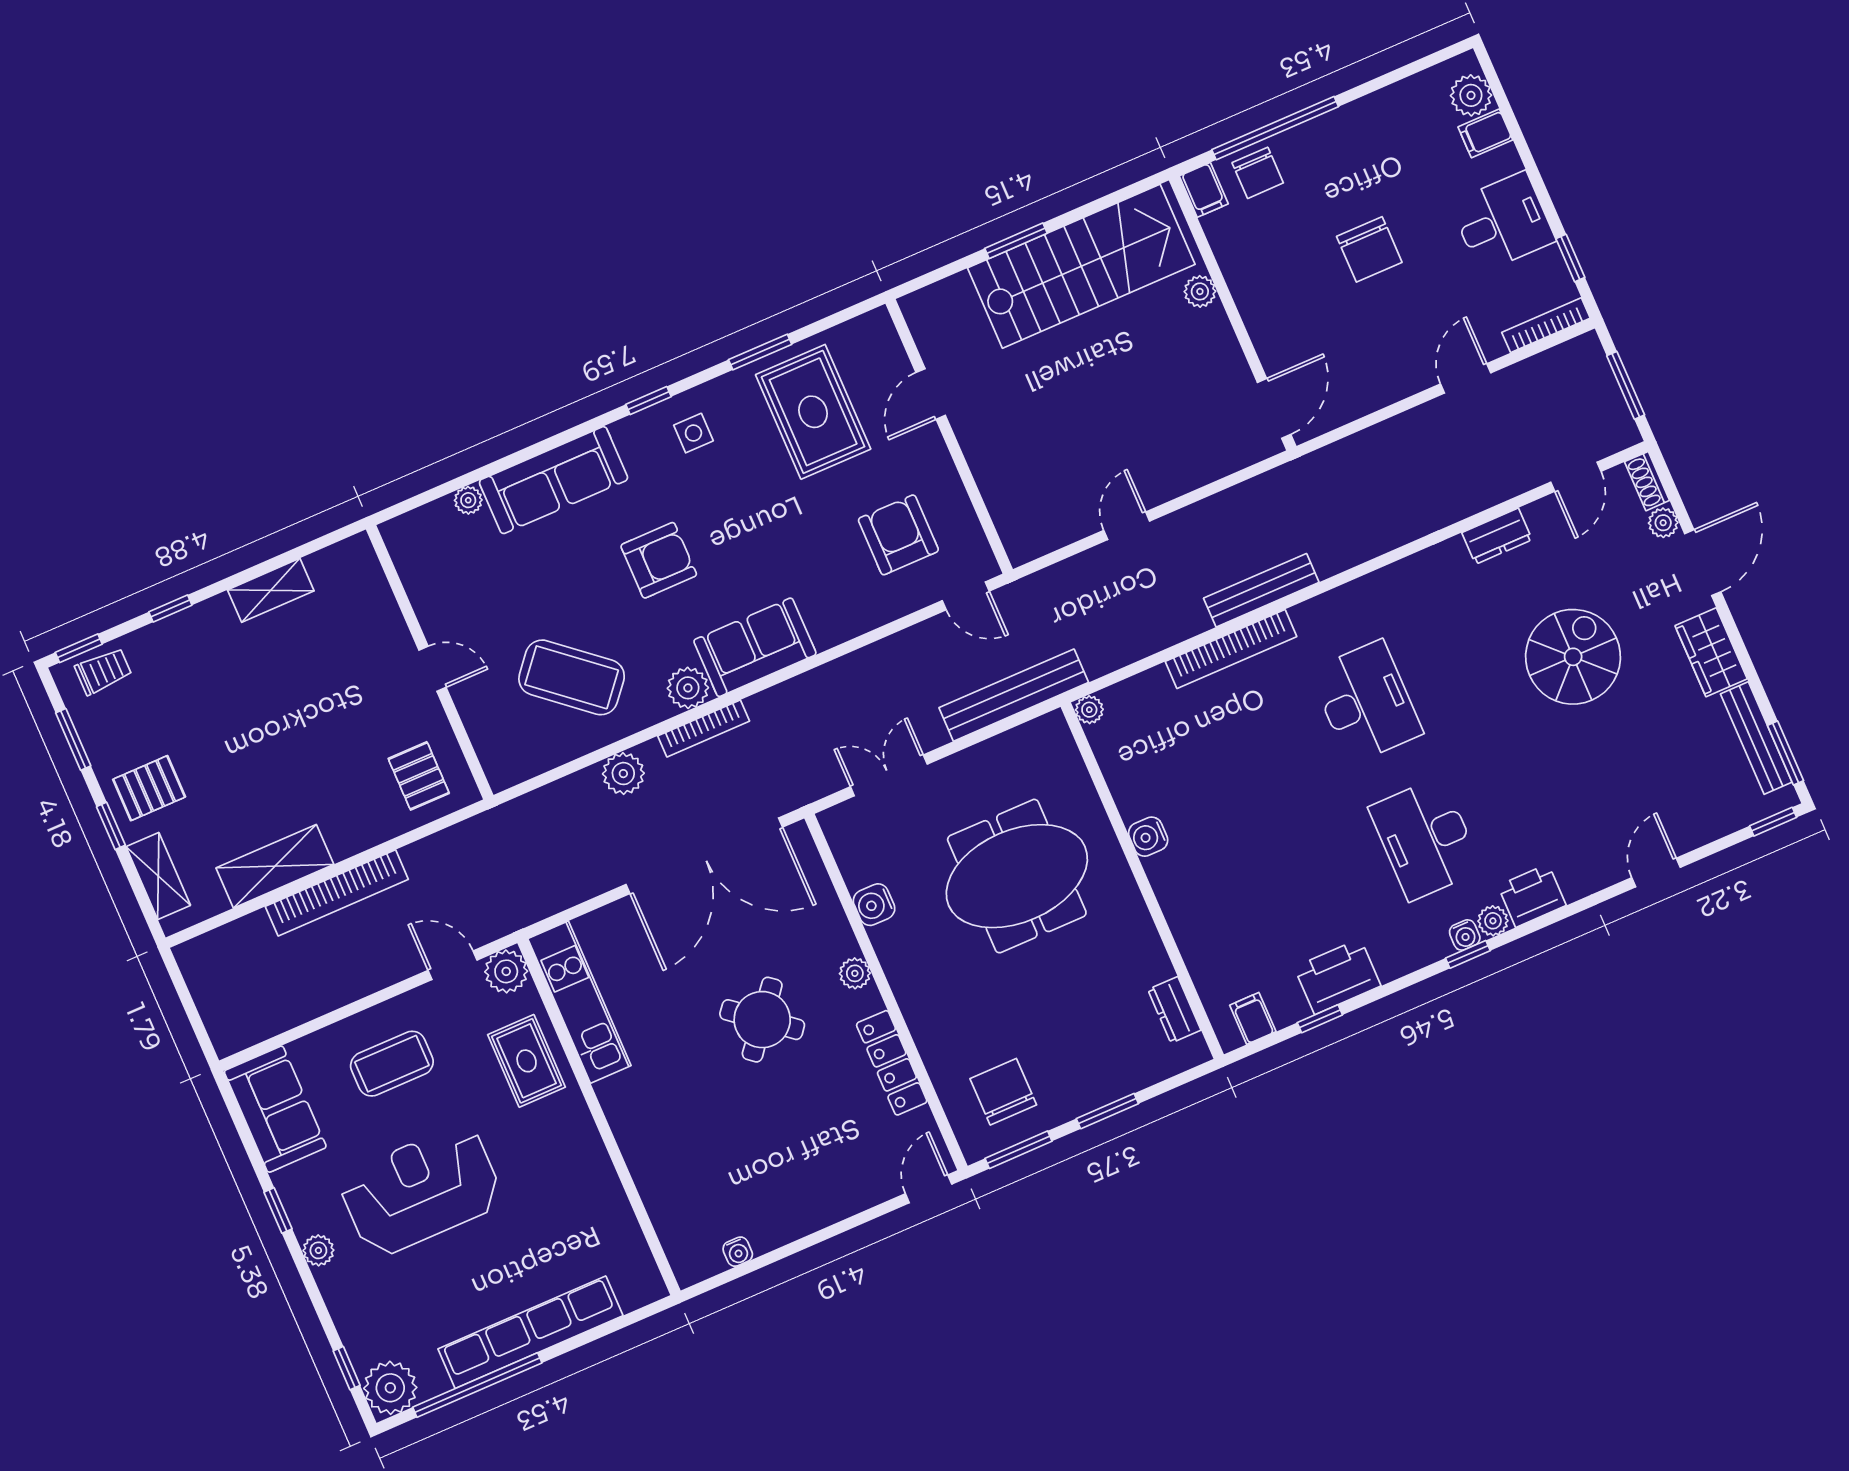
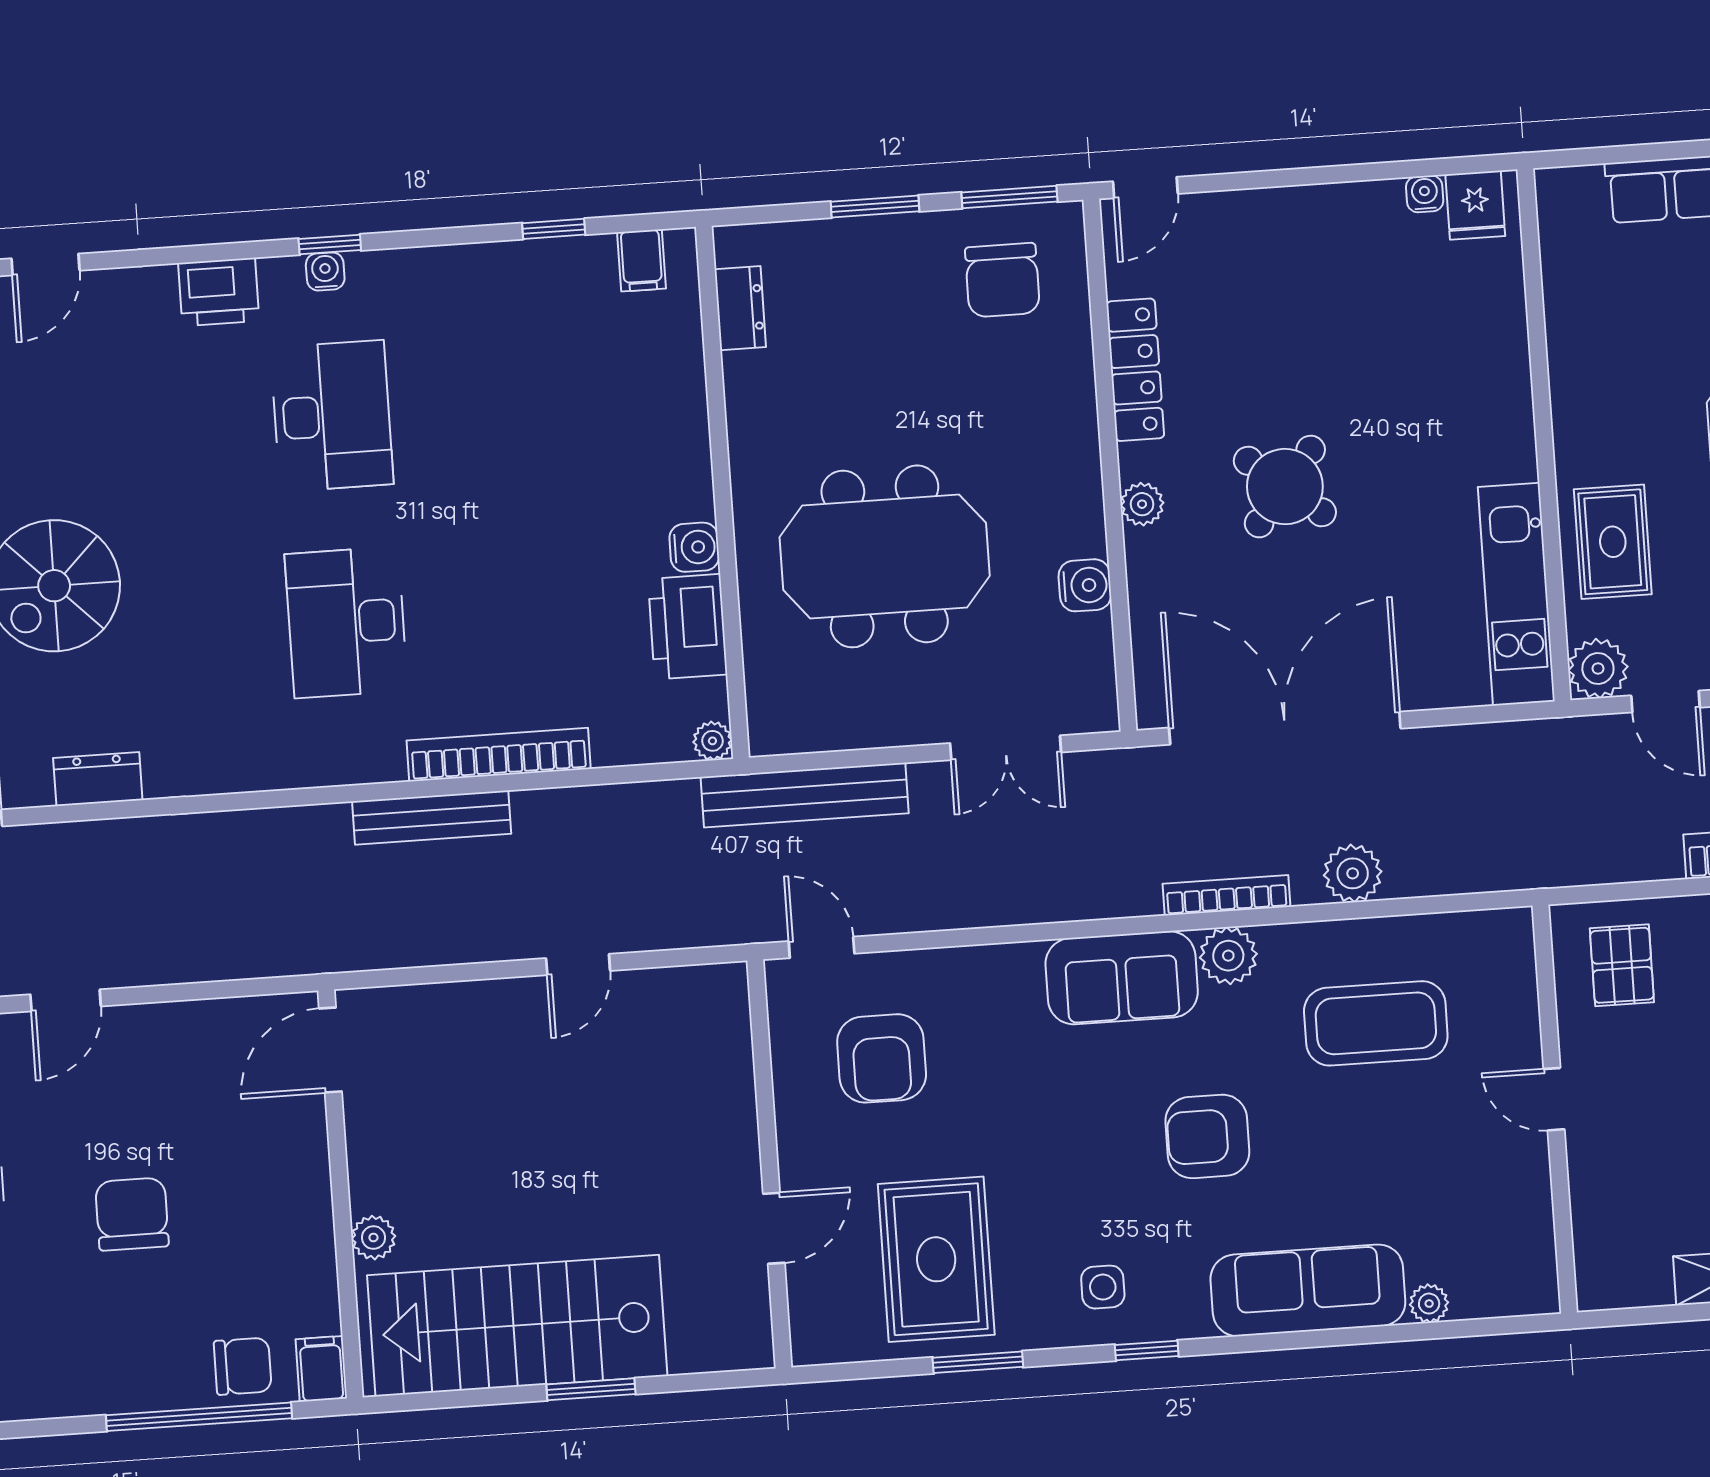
chair: (1258, 173) -> (243, 1366), turned 90
coffee table: (572, 677) -> (1376, 1023), turned -40
plant: (1493, 921) -> (282, 277), removed
printer: (1337, 976) -> (688, 627), moved, turned 90
fridge: (701, 1256) -> (1475, 205), added

